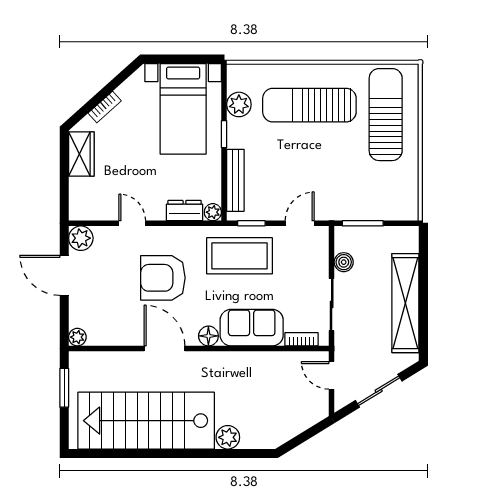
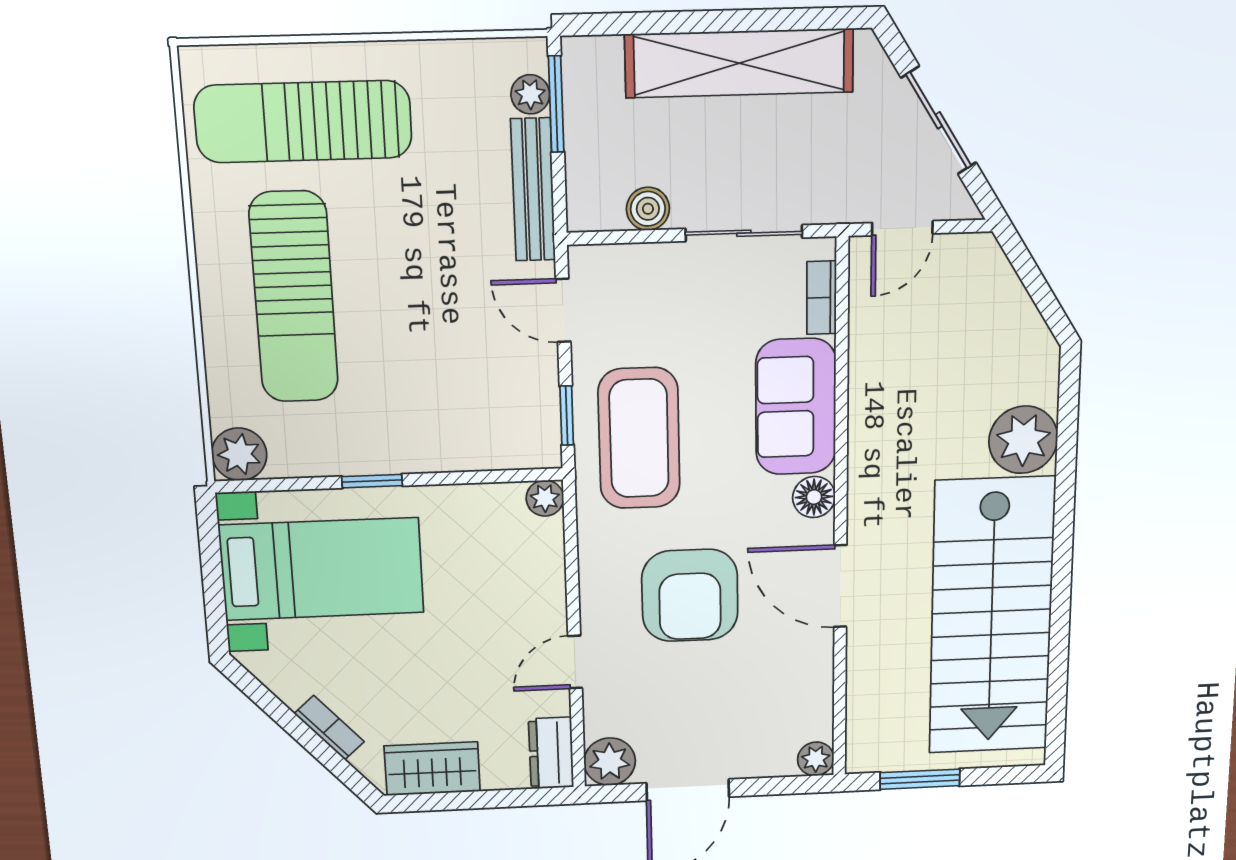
plant: (239, 104) -> (239, 454), moved
bench: (235, 180) -> (533, 190), moved, turned 90
dresser: (184, 211) -> (551, 753), moved
plant: (395, 212) -> (530, 94), added
window: (363, 223) -> (556, 104), moved
door: (165, 348) -> (840, 586), hinge flipped
plant: (228, 437) -> (1023, 440), width x1.36, depth x1.36

